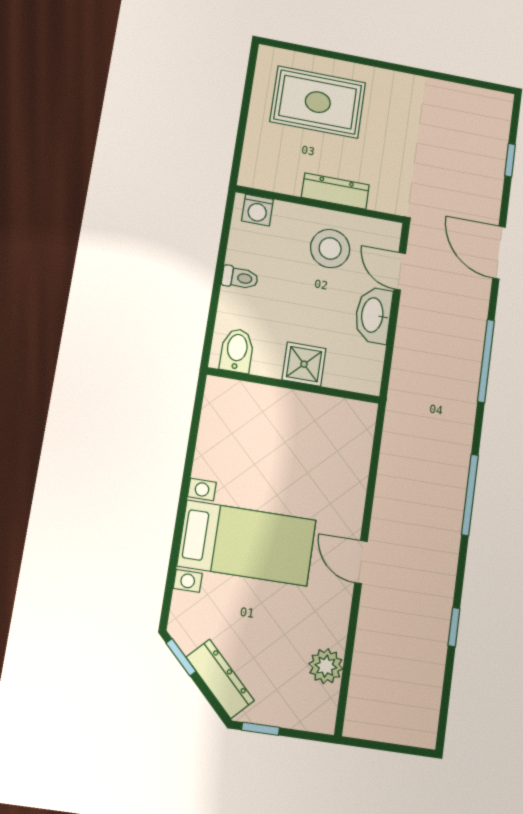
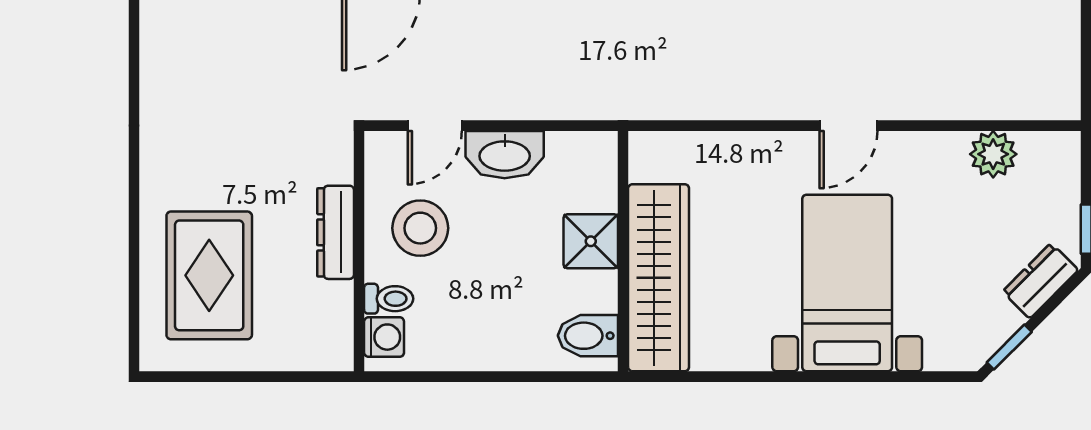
toilet: (240, 278) -> (389, 299), moved, turned 90
wardrobe: (271, 407) -> (659, 278), added
dresser: (220, 679) -> (1040, 281), width x0.70

